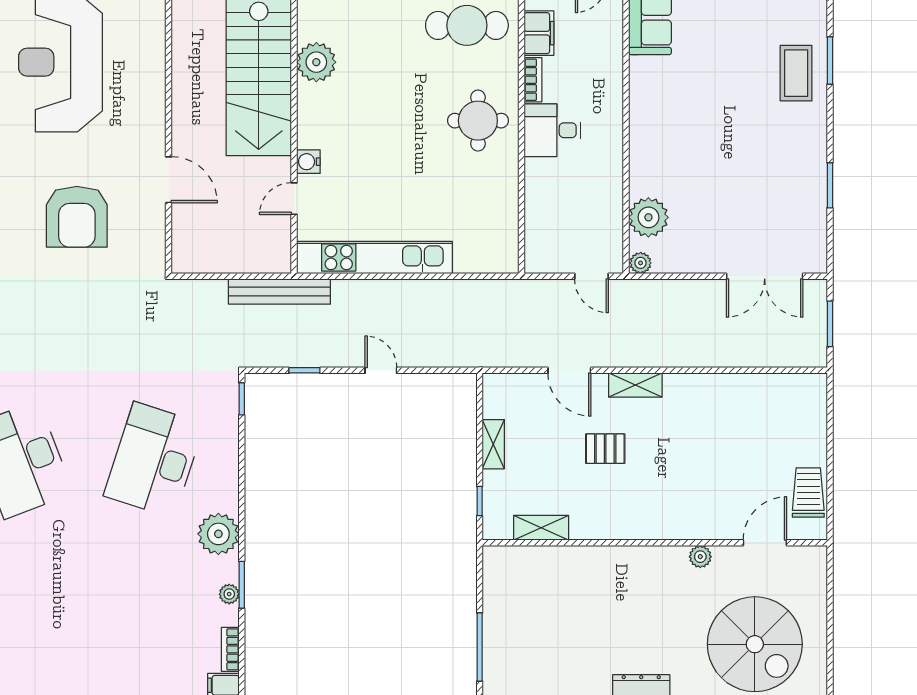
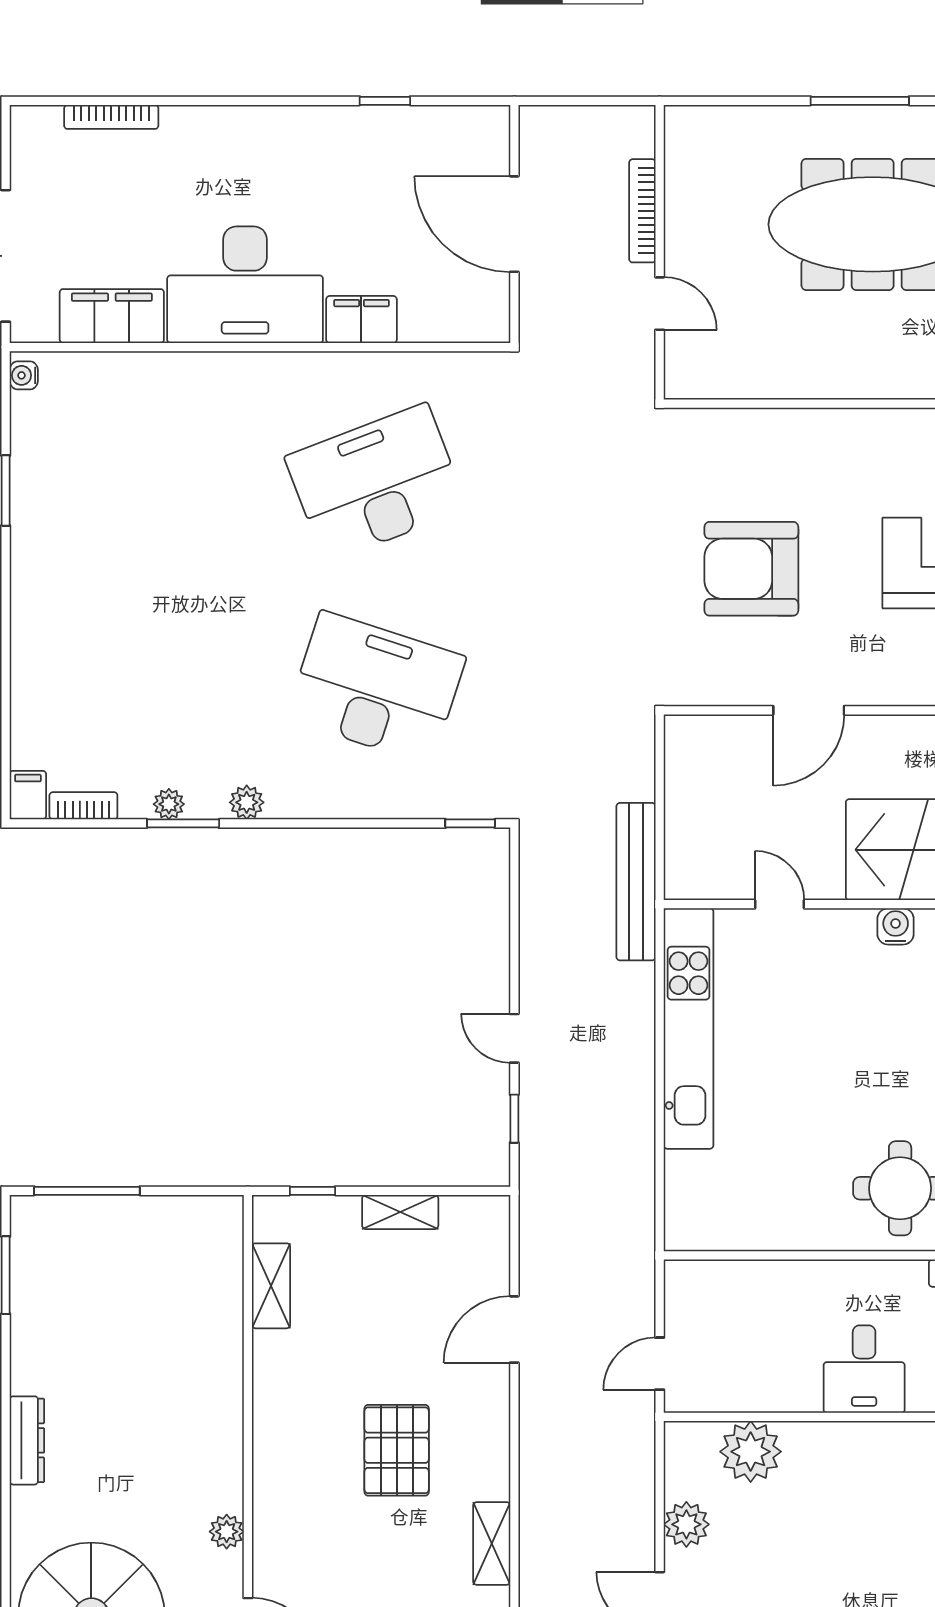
desk: (552, 130) -> (864, 1369), moved, turned 180
water cooler: (308, 162) -> (896, 926), moved
plant: (641, 263) -> (686, 1524), moved, width x1.38, depth x1.38
window: (304, 370) -> (514, 1119), moved
door: (381, 370) -> (514, 1038), swing flipped
shelving: (635, 385) -> (492, 1543), moved
pallet: (605, 449) -> (397, 1450), moved, width x1.50, depth x1.42
plant: (218, 534) -> (247, 802), width x0.53, depth x0.53

